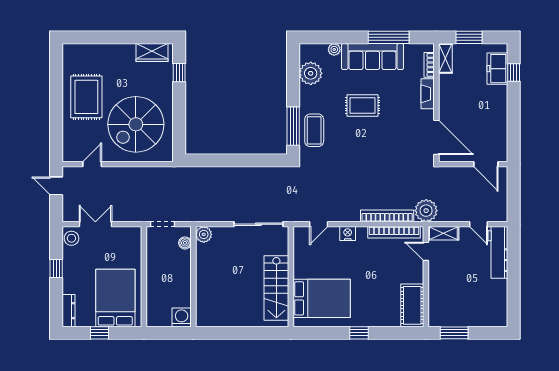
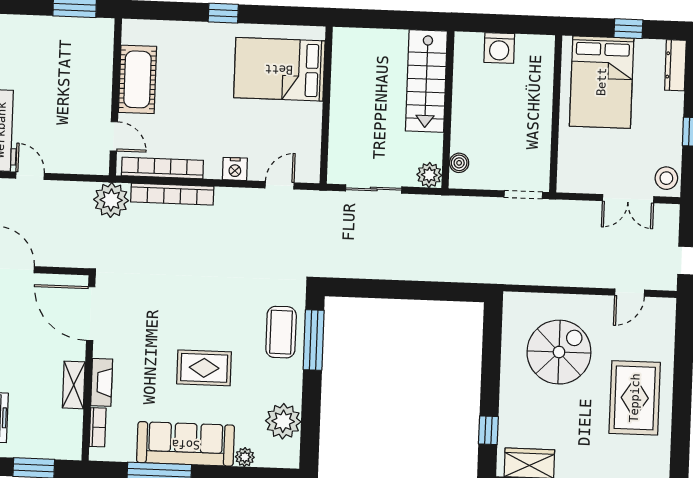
shelving: (445, 58) -> (74, 385), moved
spiral stairs: (136, 124) -> (559, 352), width x0.73, depth x0.73
sliding door: (258, 224) -> (374, 189), width x0.73
shelving: (443, 233) -> (86, 164), removed
plant: (204, 234) -> (429, 175), moved
boiler: (185, 243) -> (459, 163), moved
wall: (193, 277) -> (448, 110), moved
stairs: (276, 288) -> (426, 81), moved, turned 180
cot: (412, 305) -> (137, 79), moved

